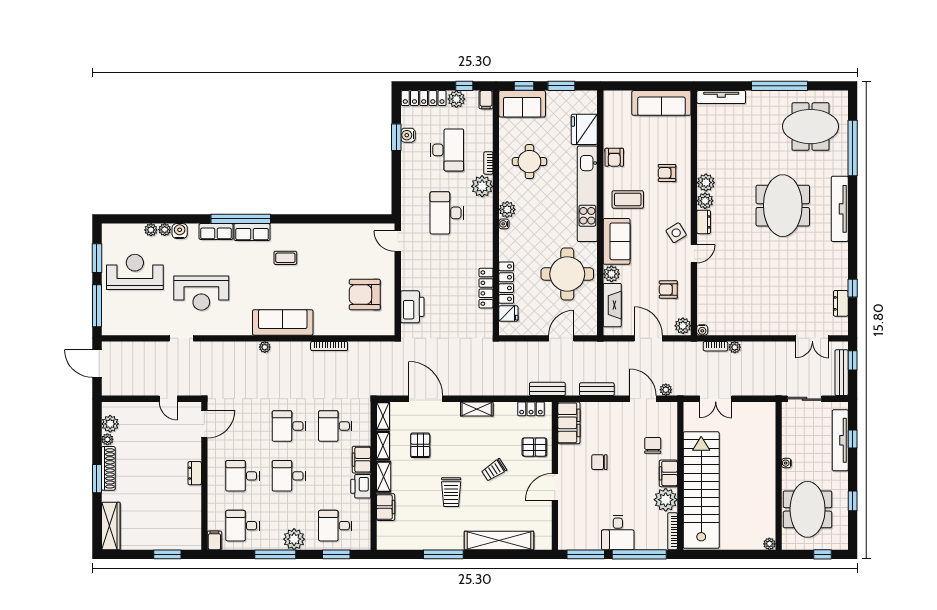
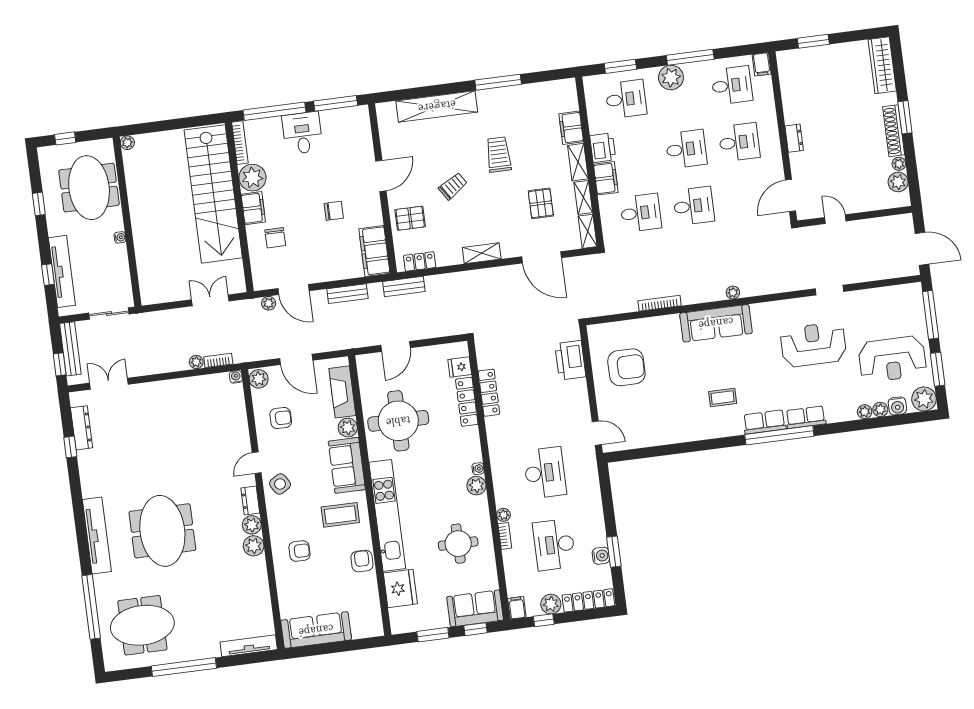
plant: (482, 186) -> (504, 515), width x0.53, depth x0.53
water cooler: (180, 231) -> (897, 406), moved
plant: (112, 234) -> (924, 399), added
dresser: (841, 303) -> (82, 428), width x1.44

